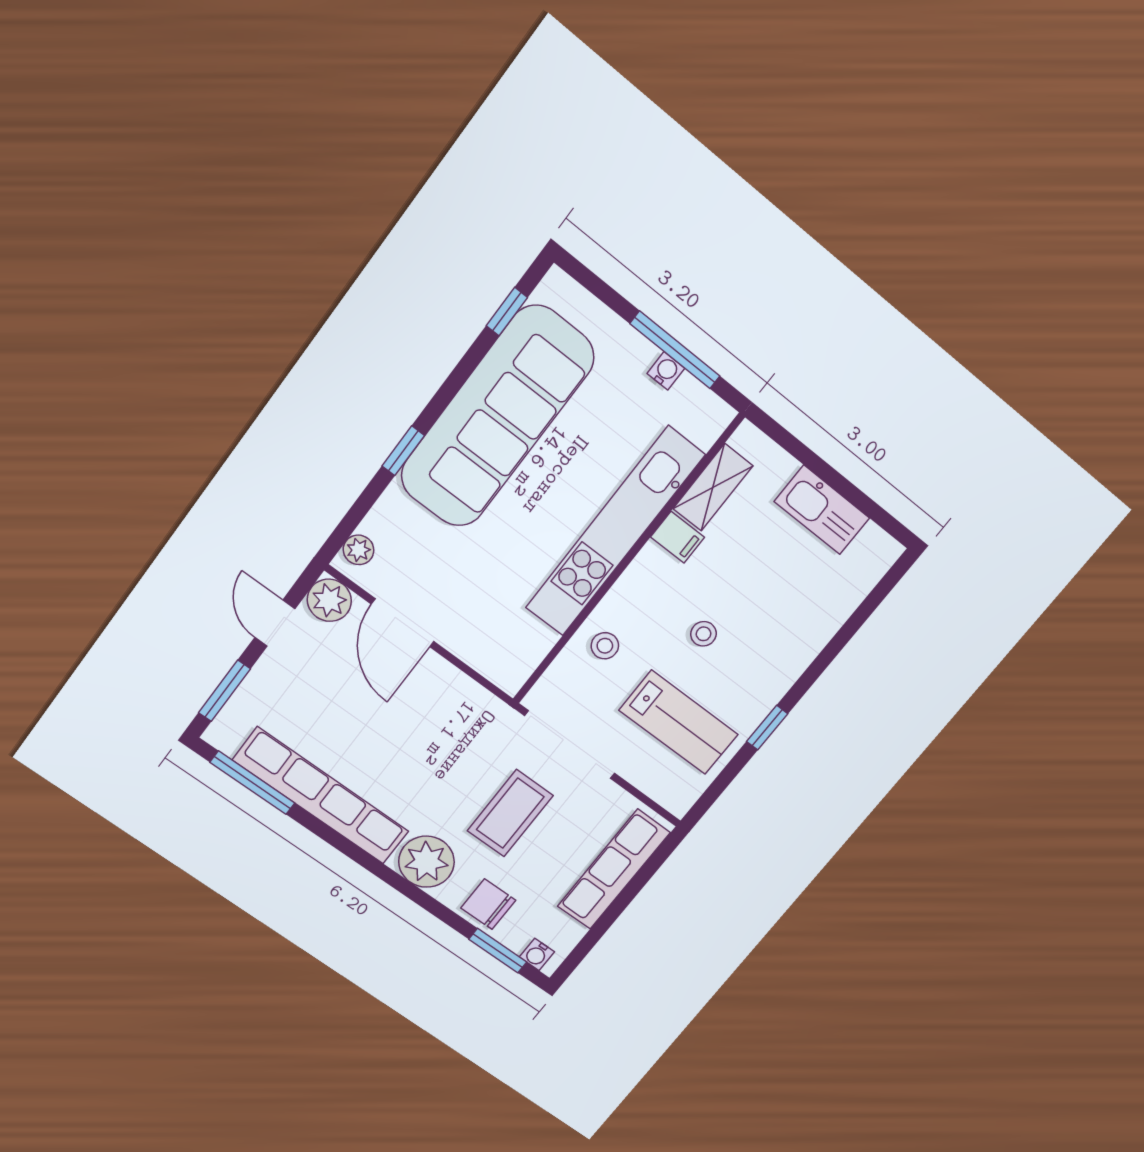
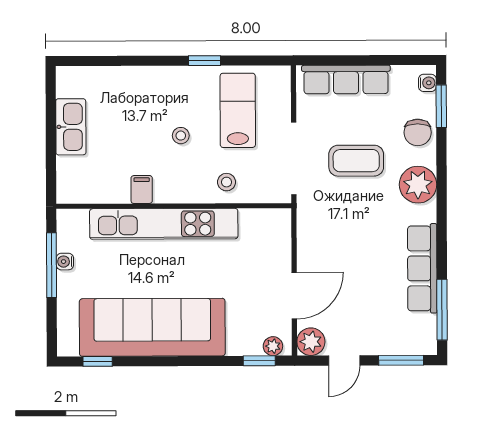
window: (403, 451) -> (259, 361), moved
shelving: (713, 487) -> (103, 192), removed
row of seats: (321, 796) -> (422, 268), width x0.73

